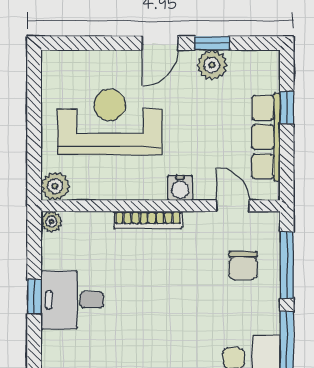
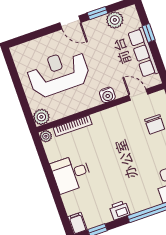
door: (160, 43) -> (70, 23), hinge flipped
plant: (212, 65) -> (115, 20), moved
bookcase: (148, 220) -> (73, 126), moved
window: (34, 297) -> (51, 179), removed

